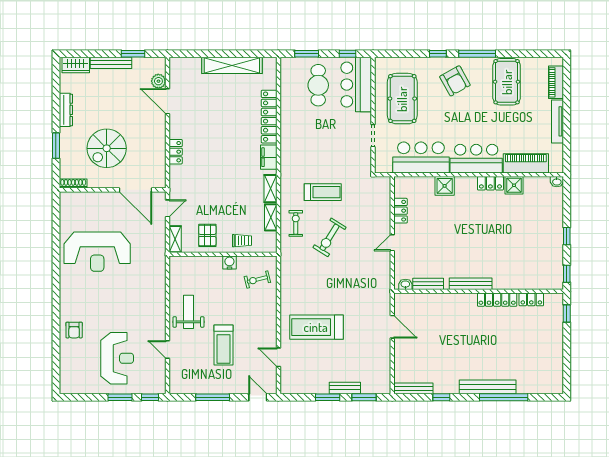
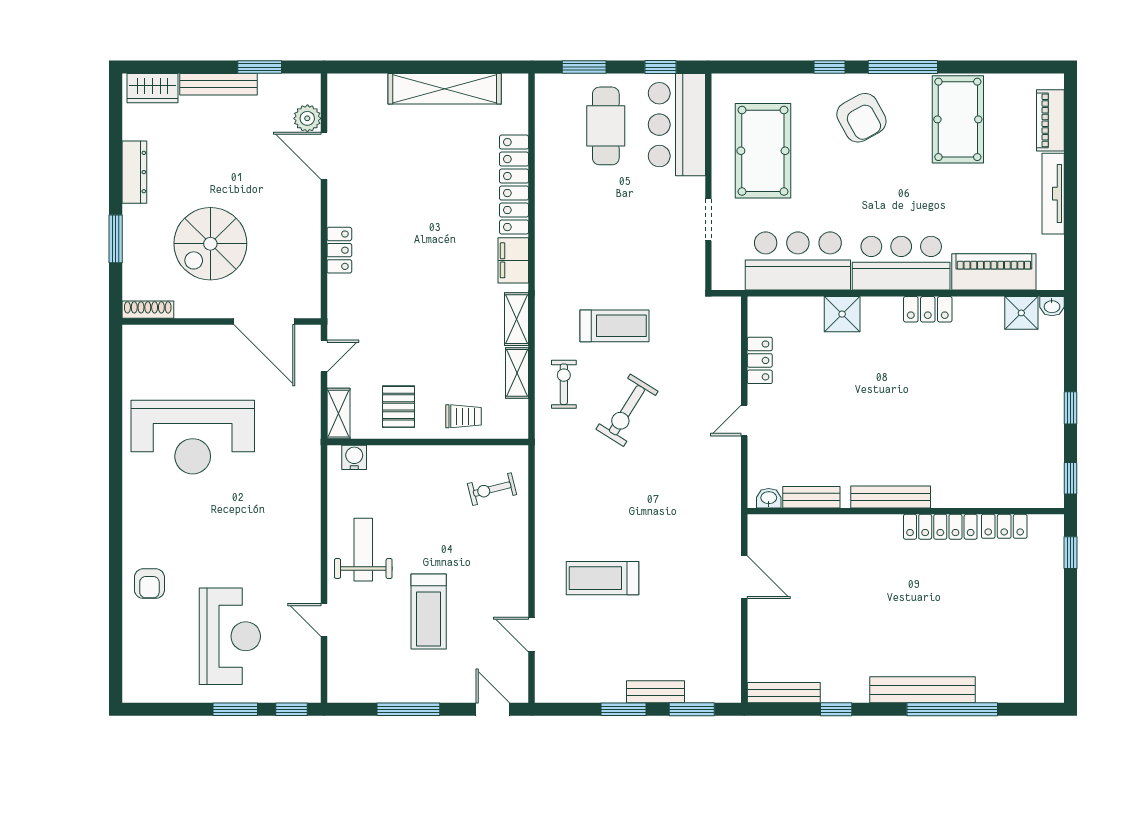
shower: (514, 185) -> (1021, 313), moved
water cooler: (229, 262) -> (354, 457), moved
treadmill: (316, 327) -> (603, 578), width x0.73, depth x0.73

